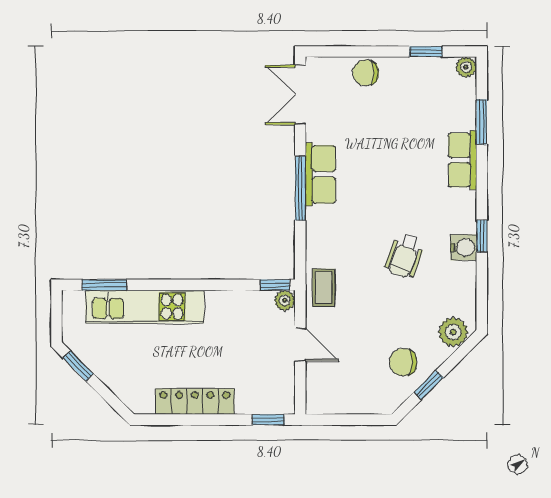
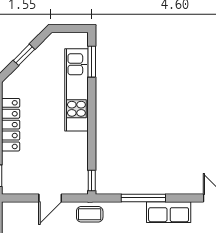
window: (300, 188) -> (143, 198), moved
plant: (285, 300) -> (81, 187), removed
window: (78, 366) -> (24, 55), moved

